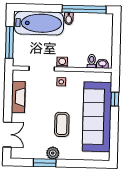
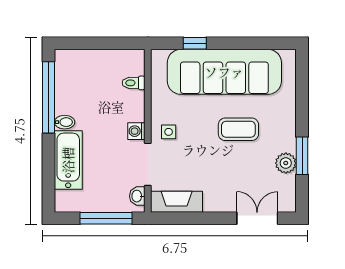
bathtub: (39, 23) -> (68, 160), width x0.73, depth x0.73
washbasin: (102, 64) -> (137, 196), moved
fireplace: (18, 97) -> (177, 202), moved
plant: (53, 153) -> (286, 163), moved

